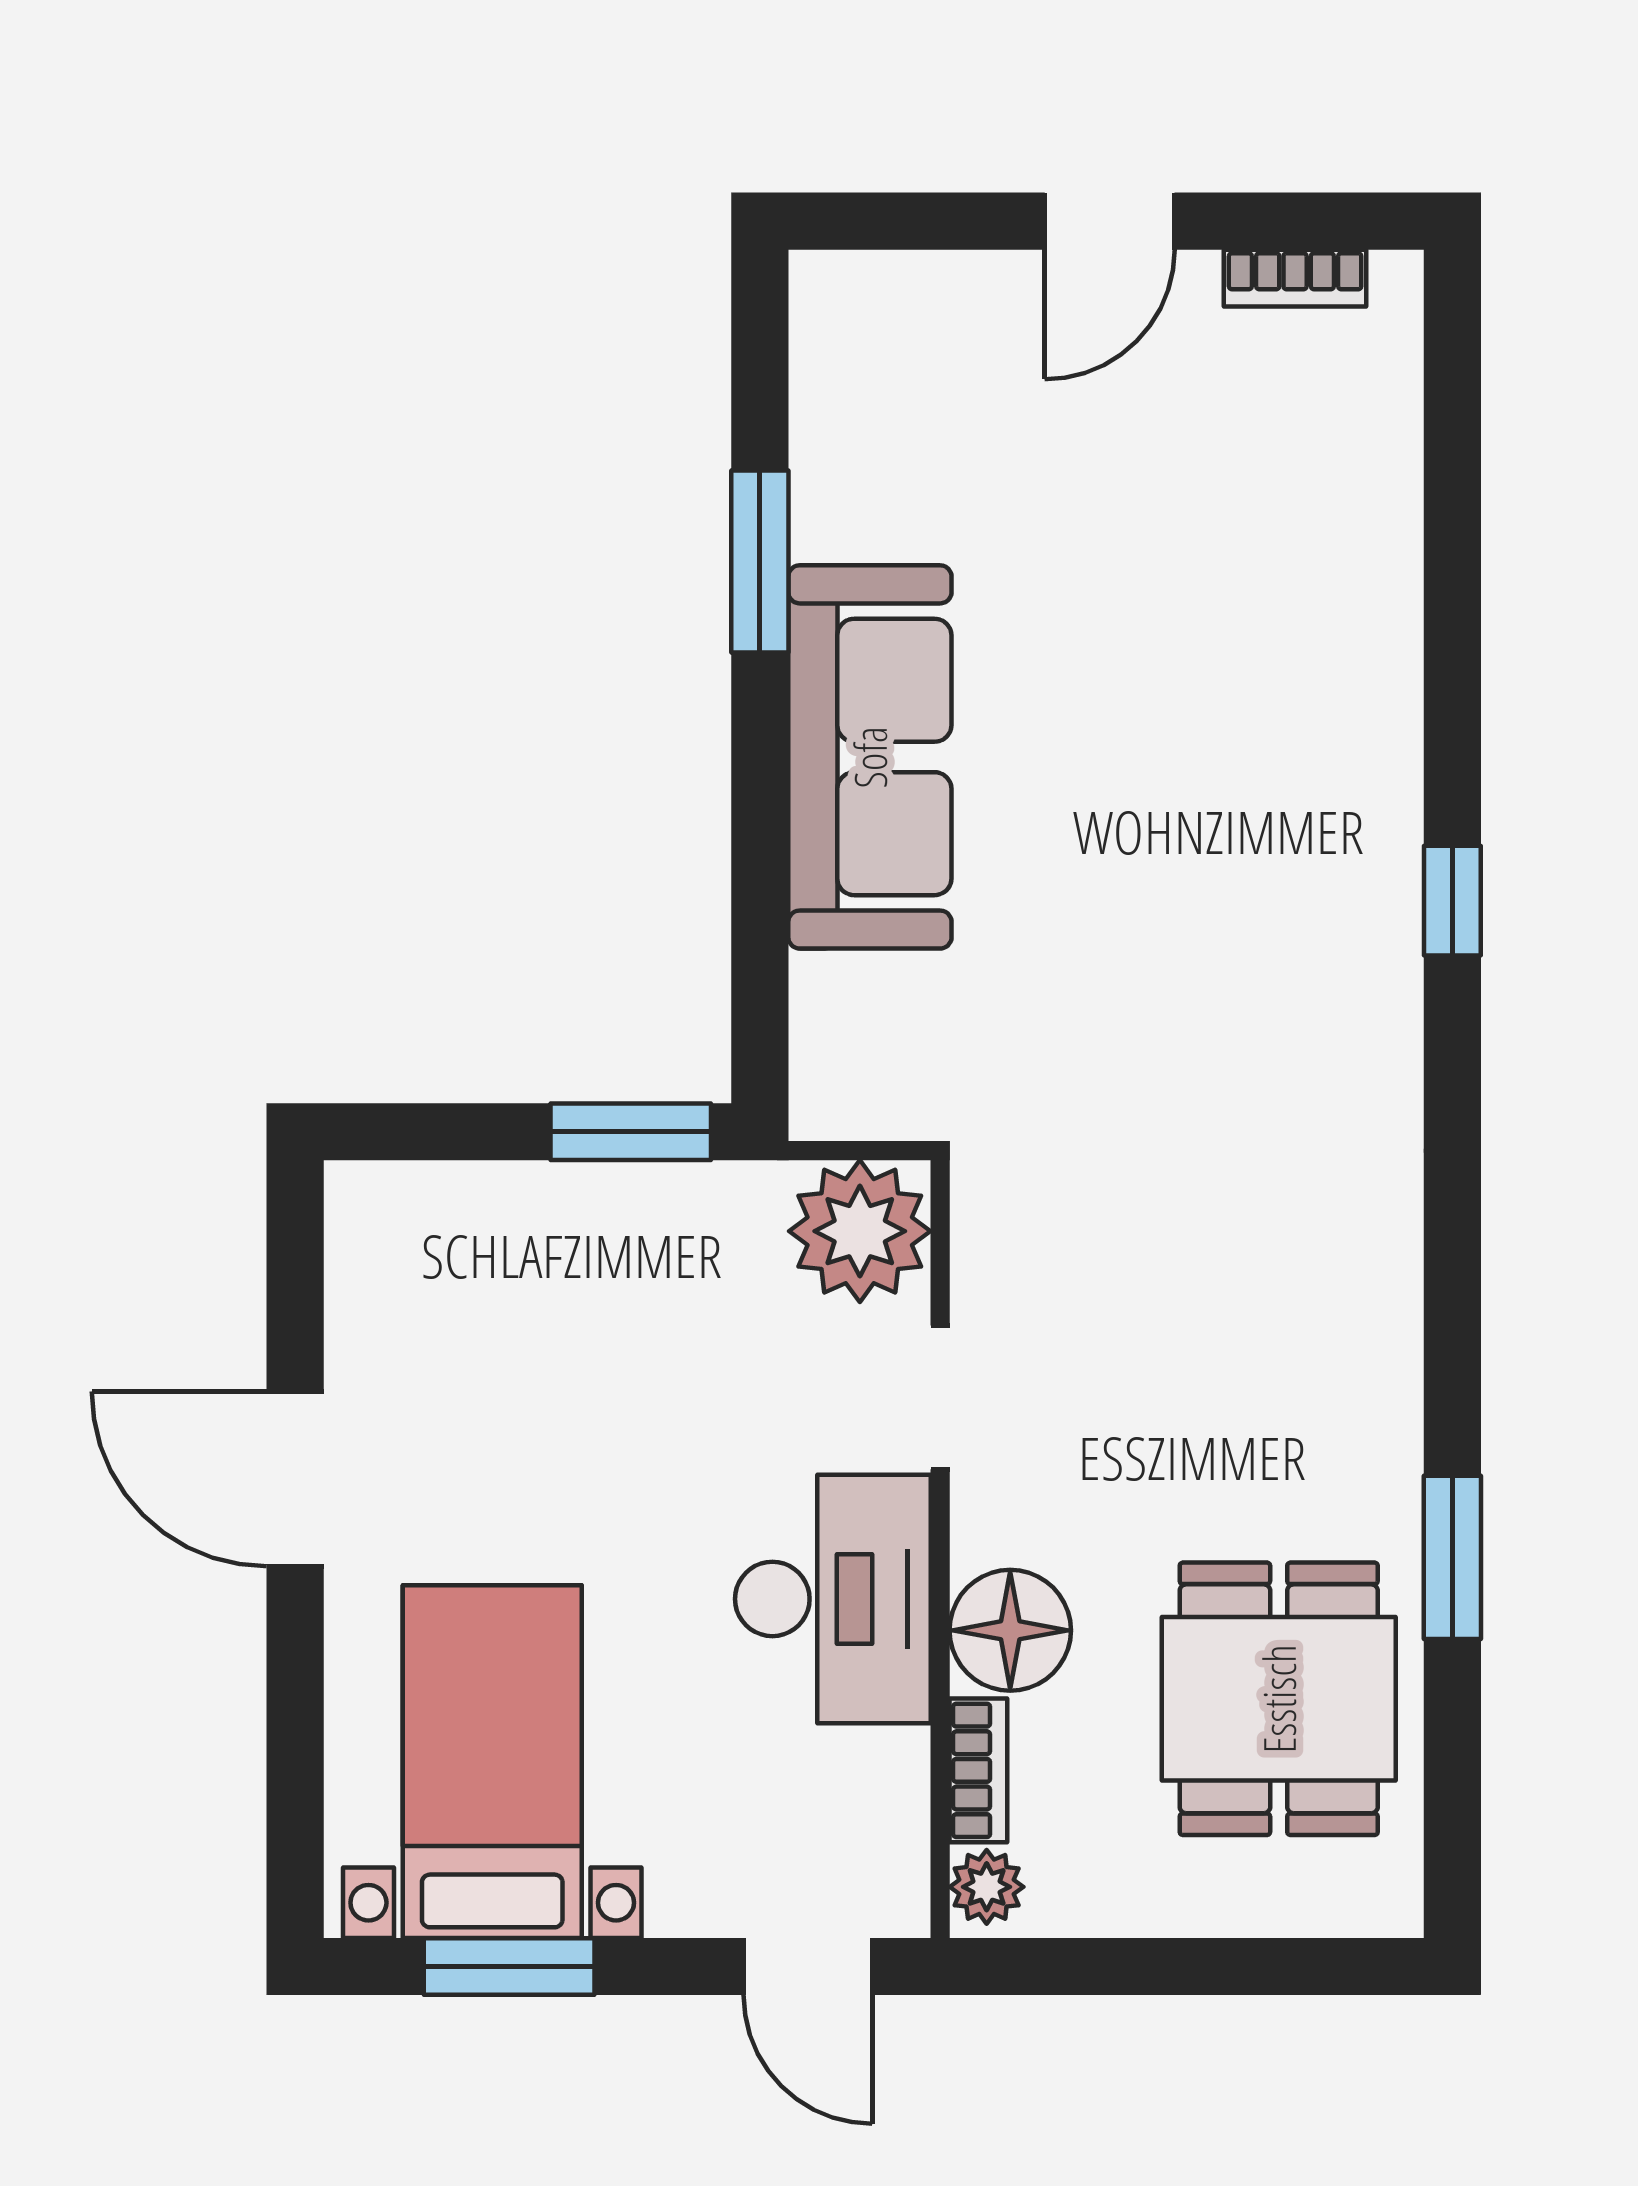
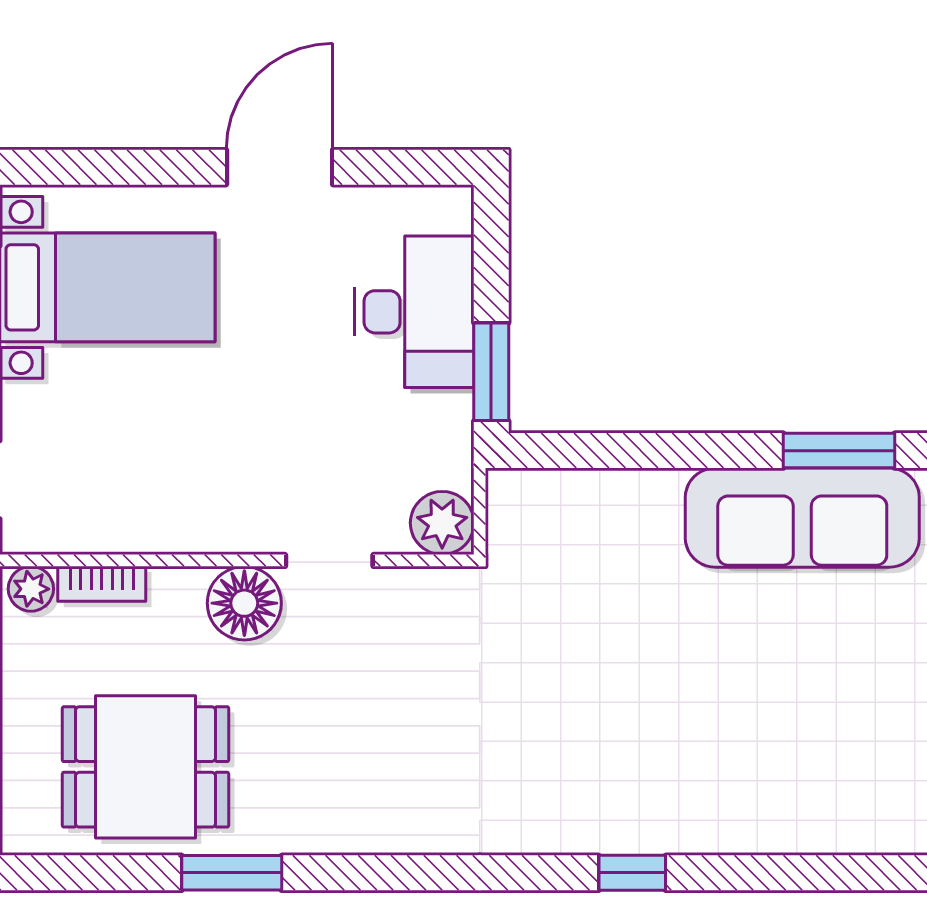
sofa: (870, 757) -> (802, 518), moved
plant: (860, 1231) -> (442, 523), width x0.73, depth x0.73
desk: (833, 1599) -> (414, 312), moved, turned -90
floor lamp: (1010, 1630) -> (244, 603), moved

